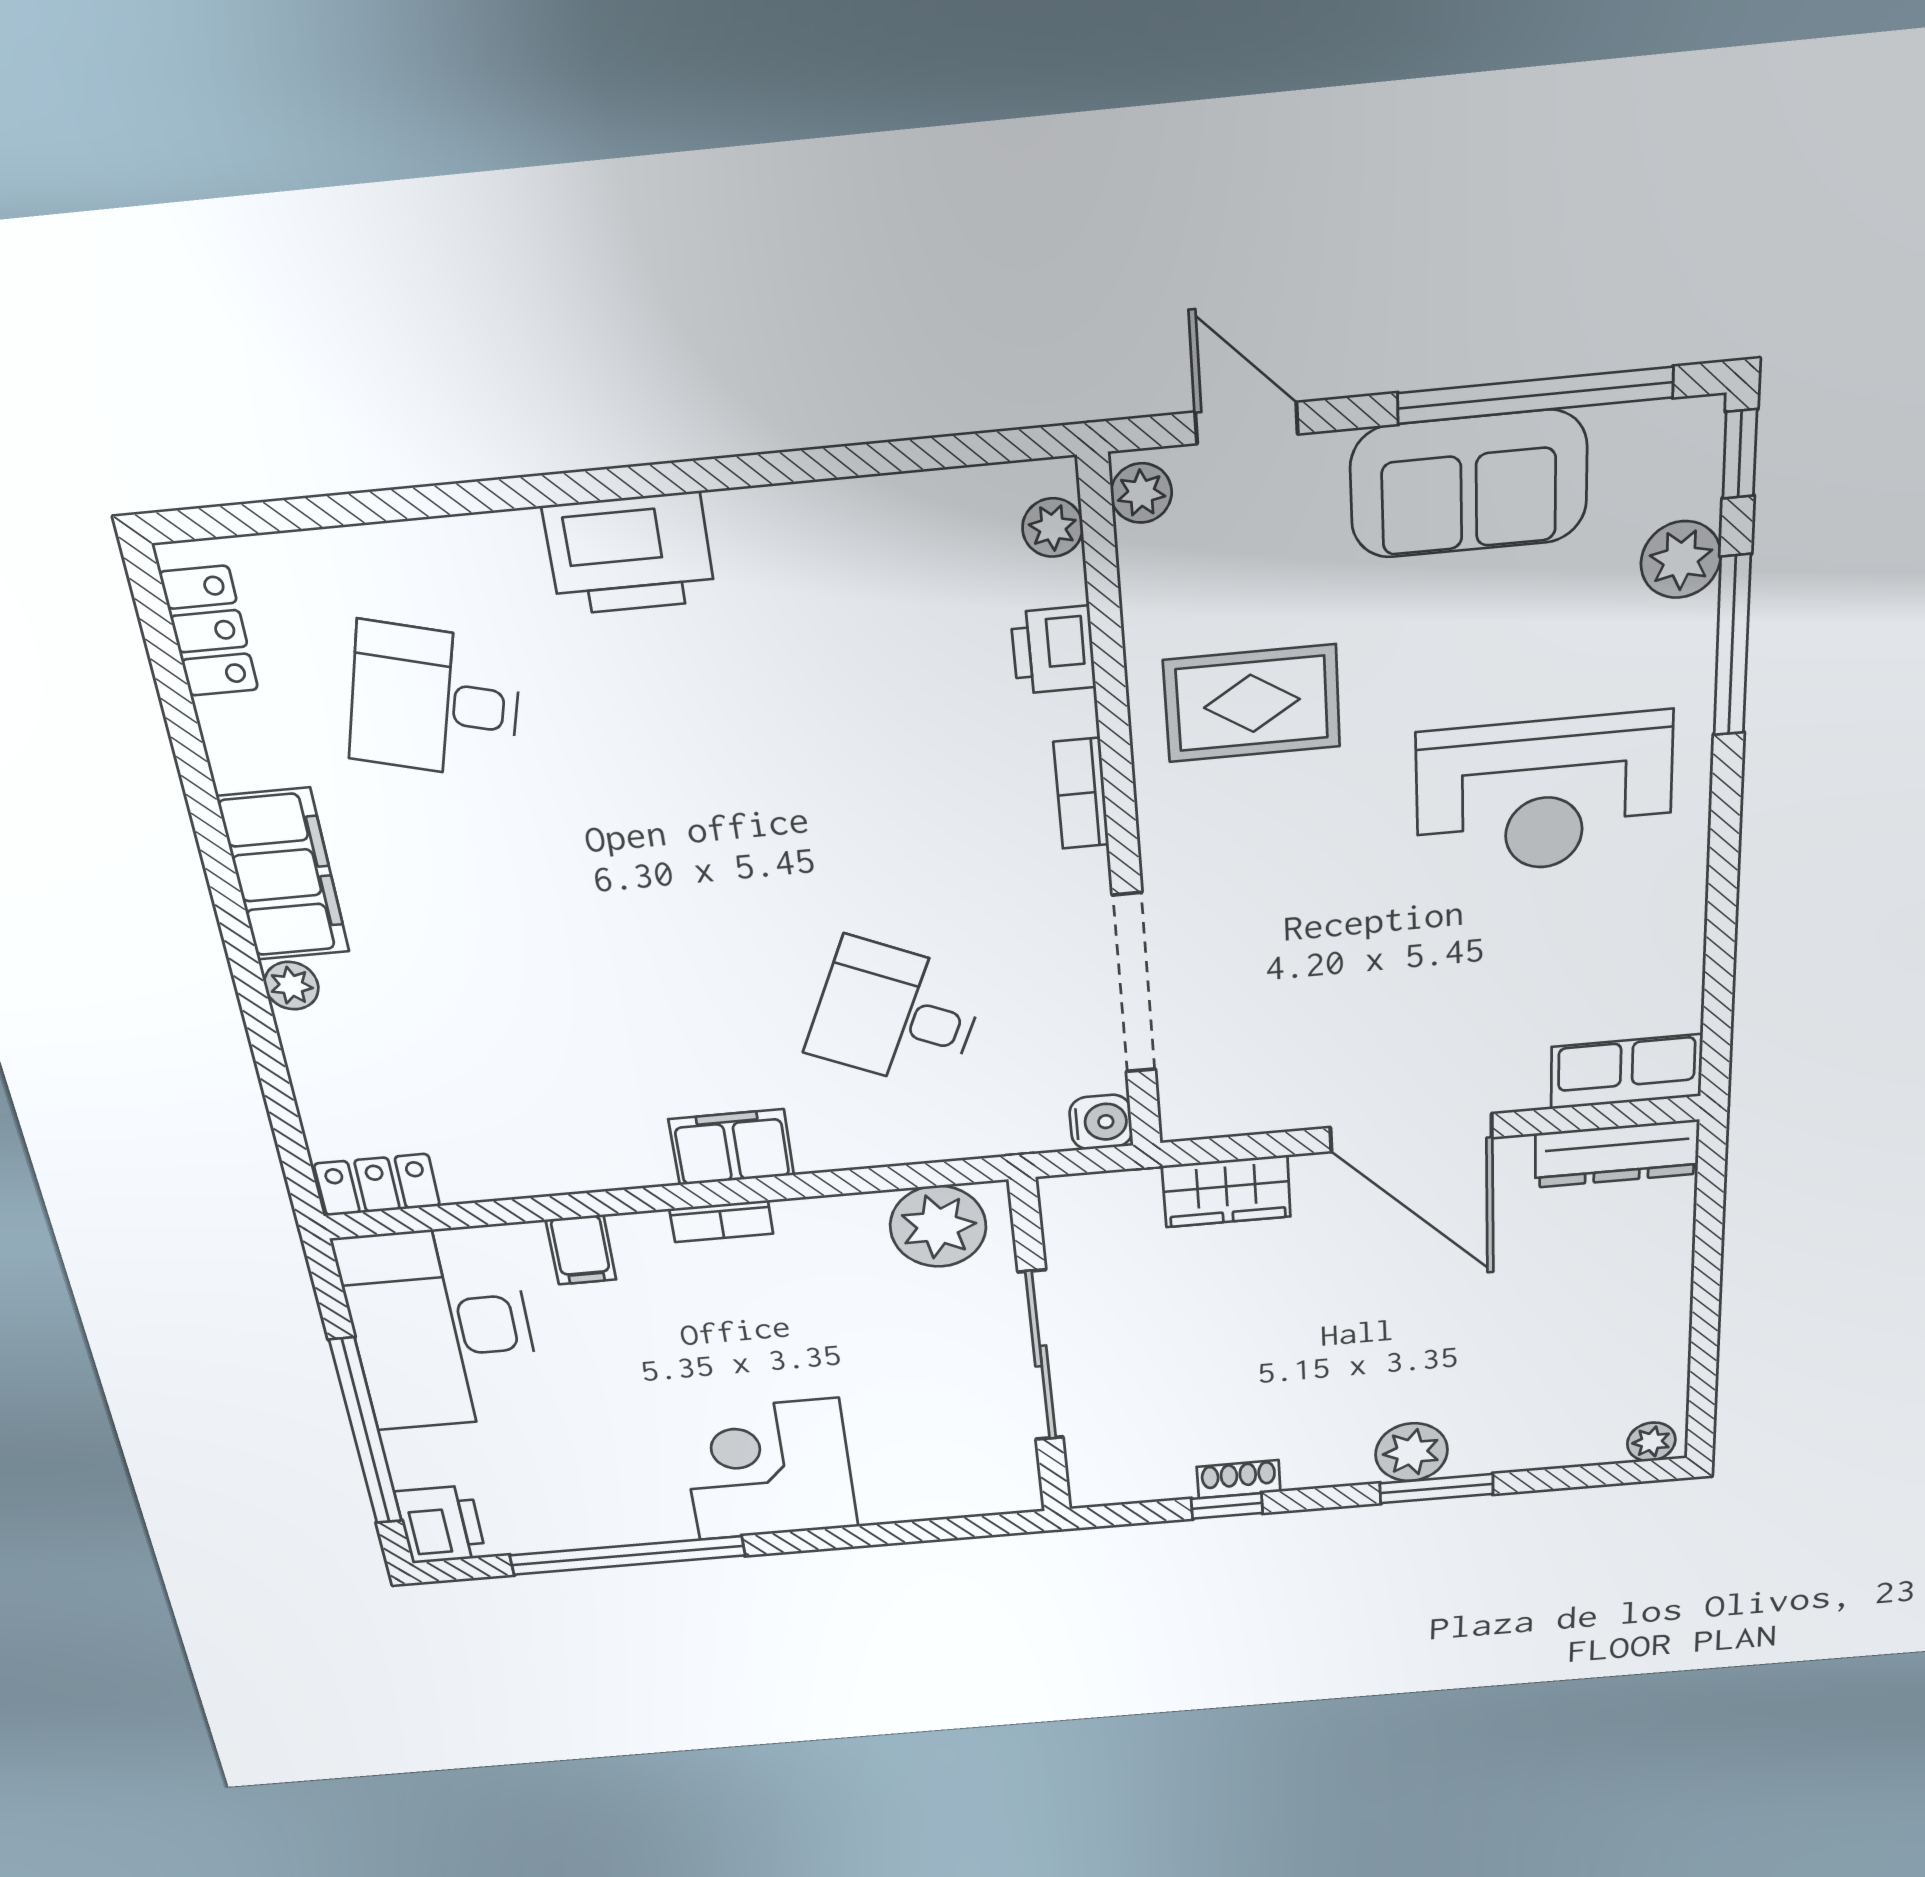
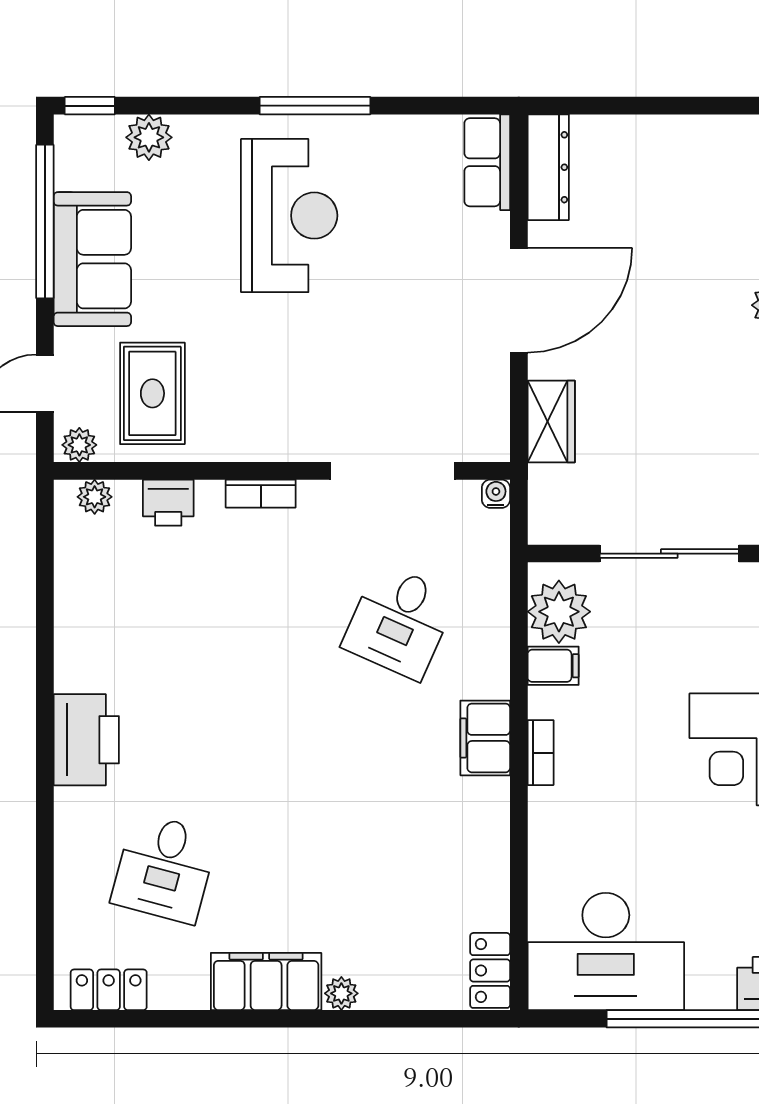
window: (1732, 646) -> (315, 106), moved
rug: (1252, 703) -> (152, 393), moved
water cooler: (1101, 1122) -> (496, 494), width x0.72, depth x0.72
filing cabinet: (581, 1250) -> (553, 666), moved

